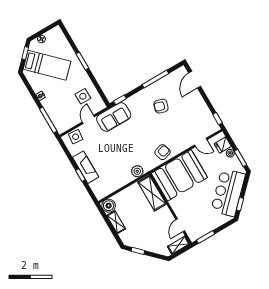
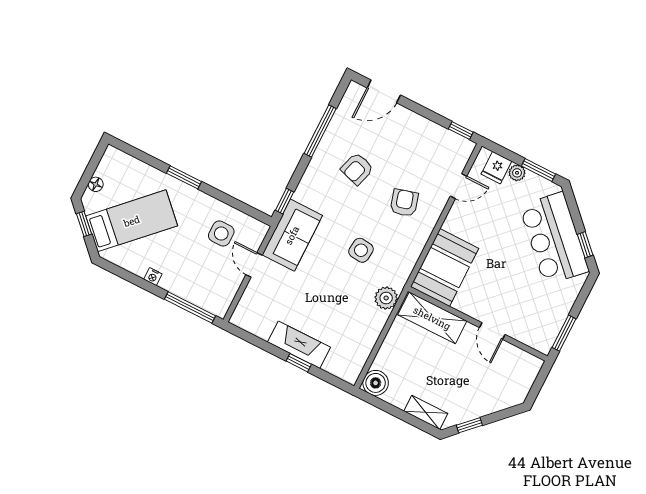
door: (195, 80) -> (384, 91), hinge flipped
side table: (76, 137) -> (361, 250), moved
armchair: (163, 152) -> (404, 203), moved
booth: (179, 175) -> (445, 268), width x0.73, depth x0.70
shelving: (116, 222) -> (426, 412), moved
door: (180, 225) -> (492, 331), moved
shelving: (178, 245) -> (529, 374), removed

